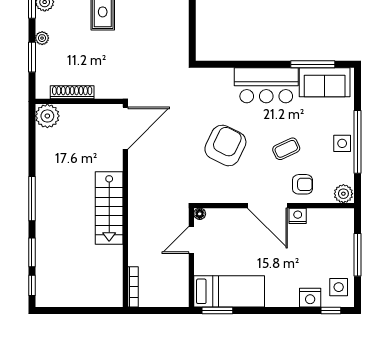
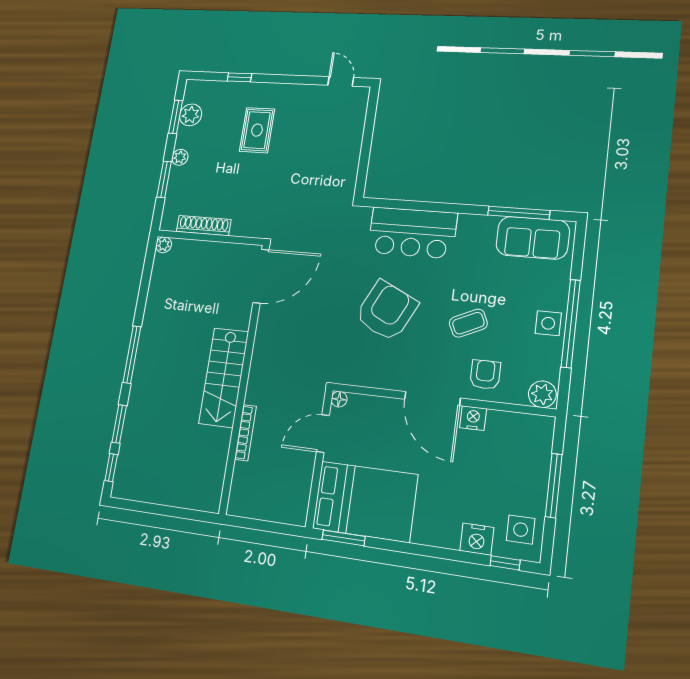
bar counter: (266, 85) -> (412, 233), moved
plant: (47, 116) -> (164, 245), width x0.53, depth x0.53
armchair: (302, 184) -> (485, 375), turned -90
bookcase: (133, 287) -> (245, 433), moved
bed: (229, 291) -> (365, 502), width x1.50

